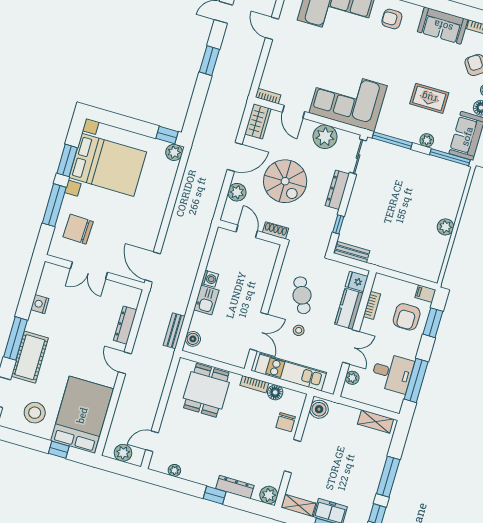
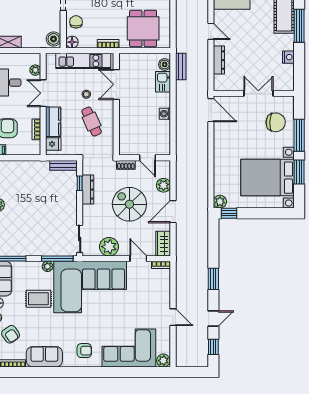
corner sofa: (348, 99) -> (90, 287), width x1.36, depth x1.36
plant: (427, 140) -> (48, 266), moved
dresser: (337, 190) -> (88, 190), moved
kitchen sink: (206, 300) -> (163, 82), moved
floor lamp: (275, 392) -> (72, 42), moved

